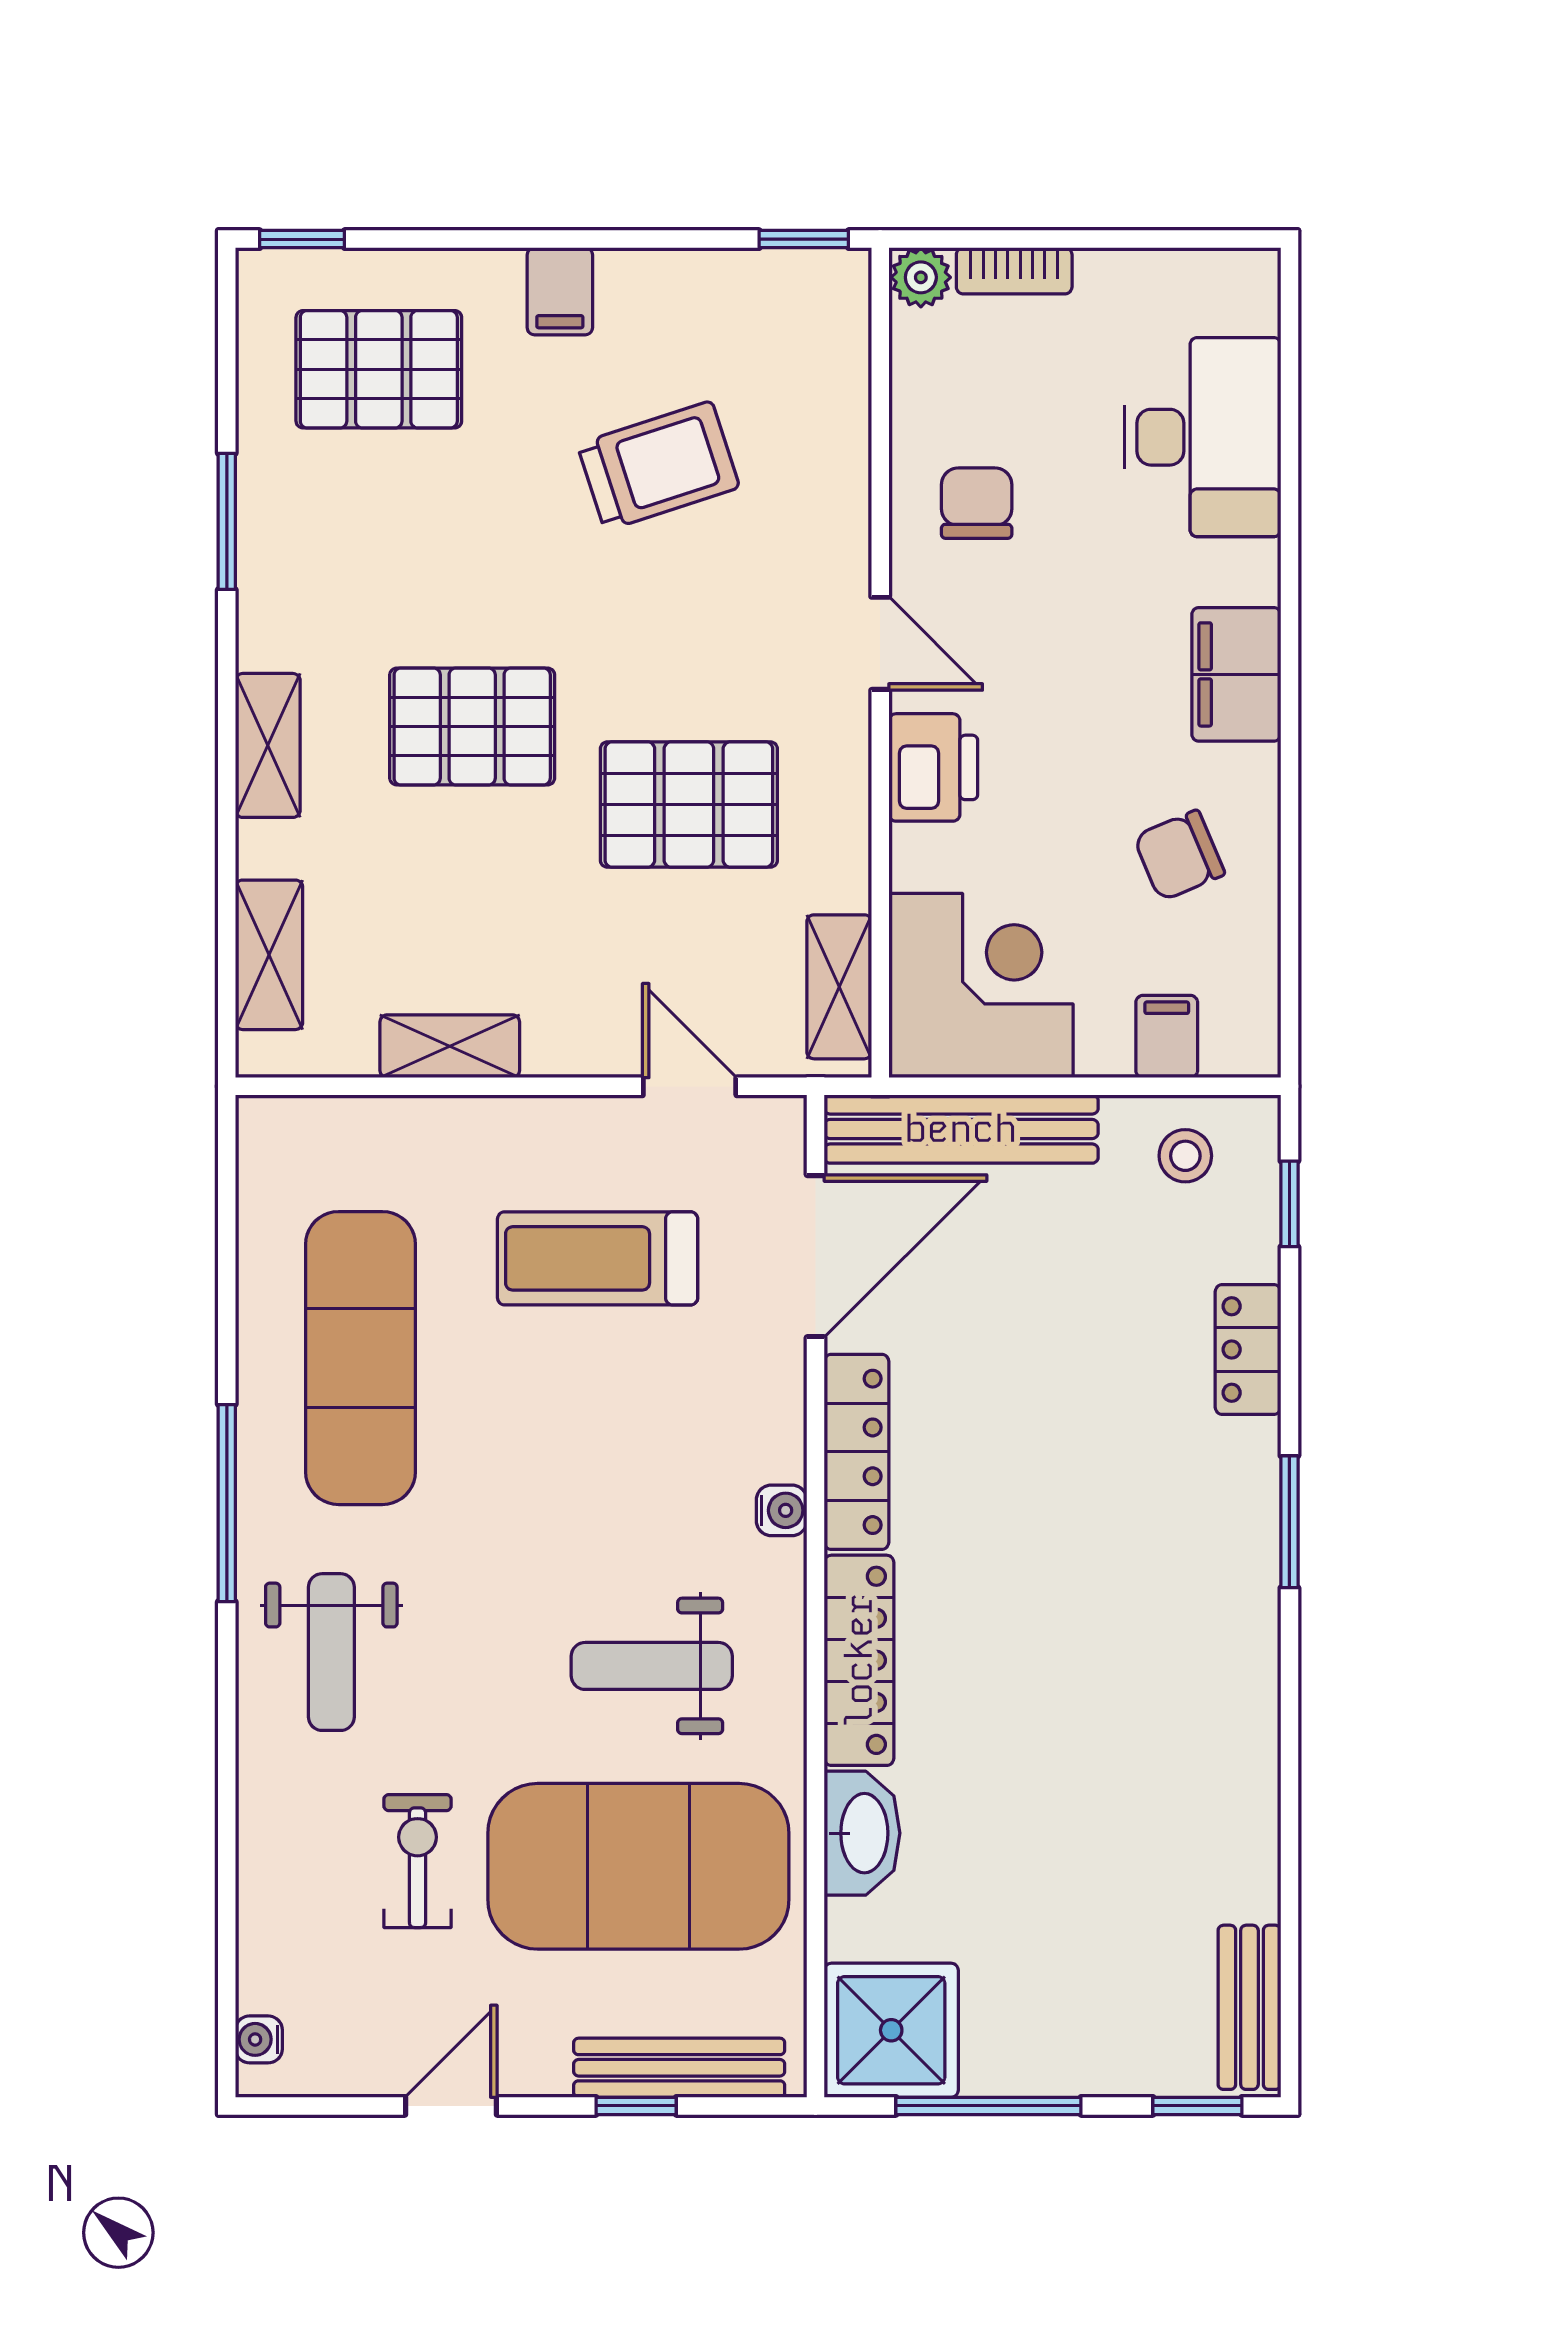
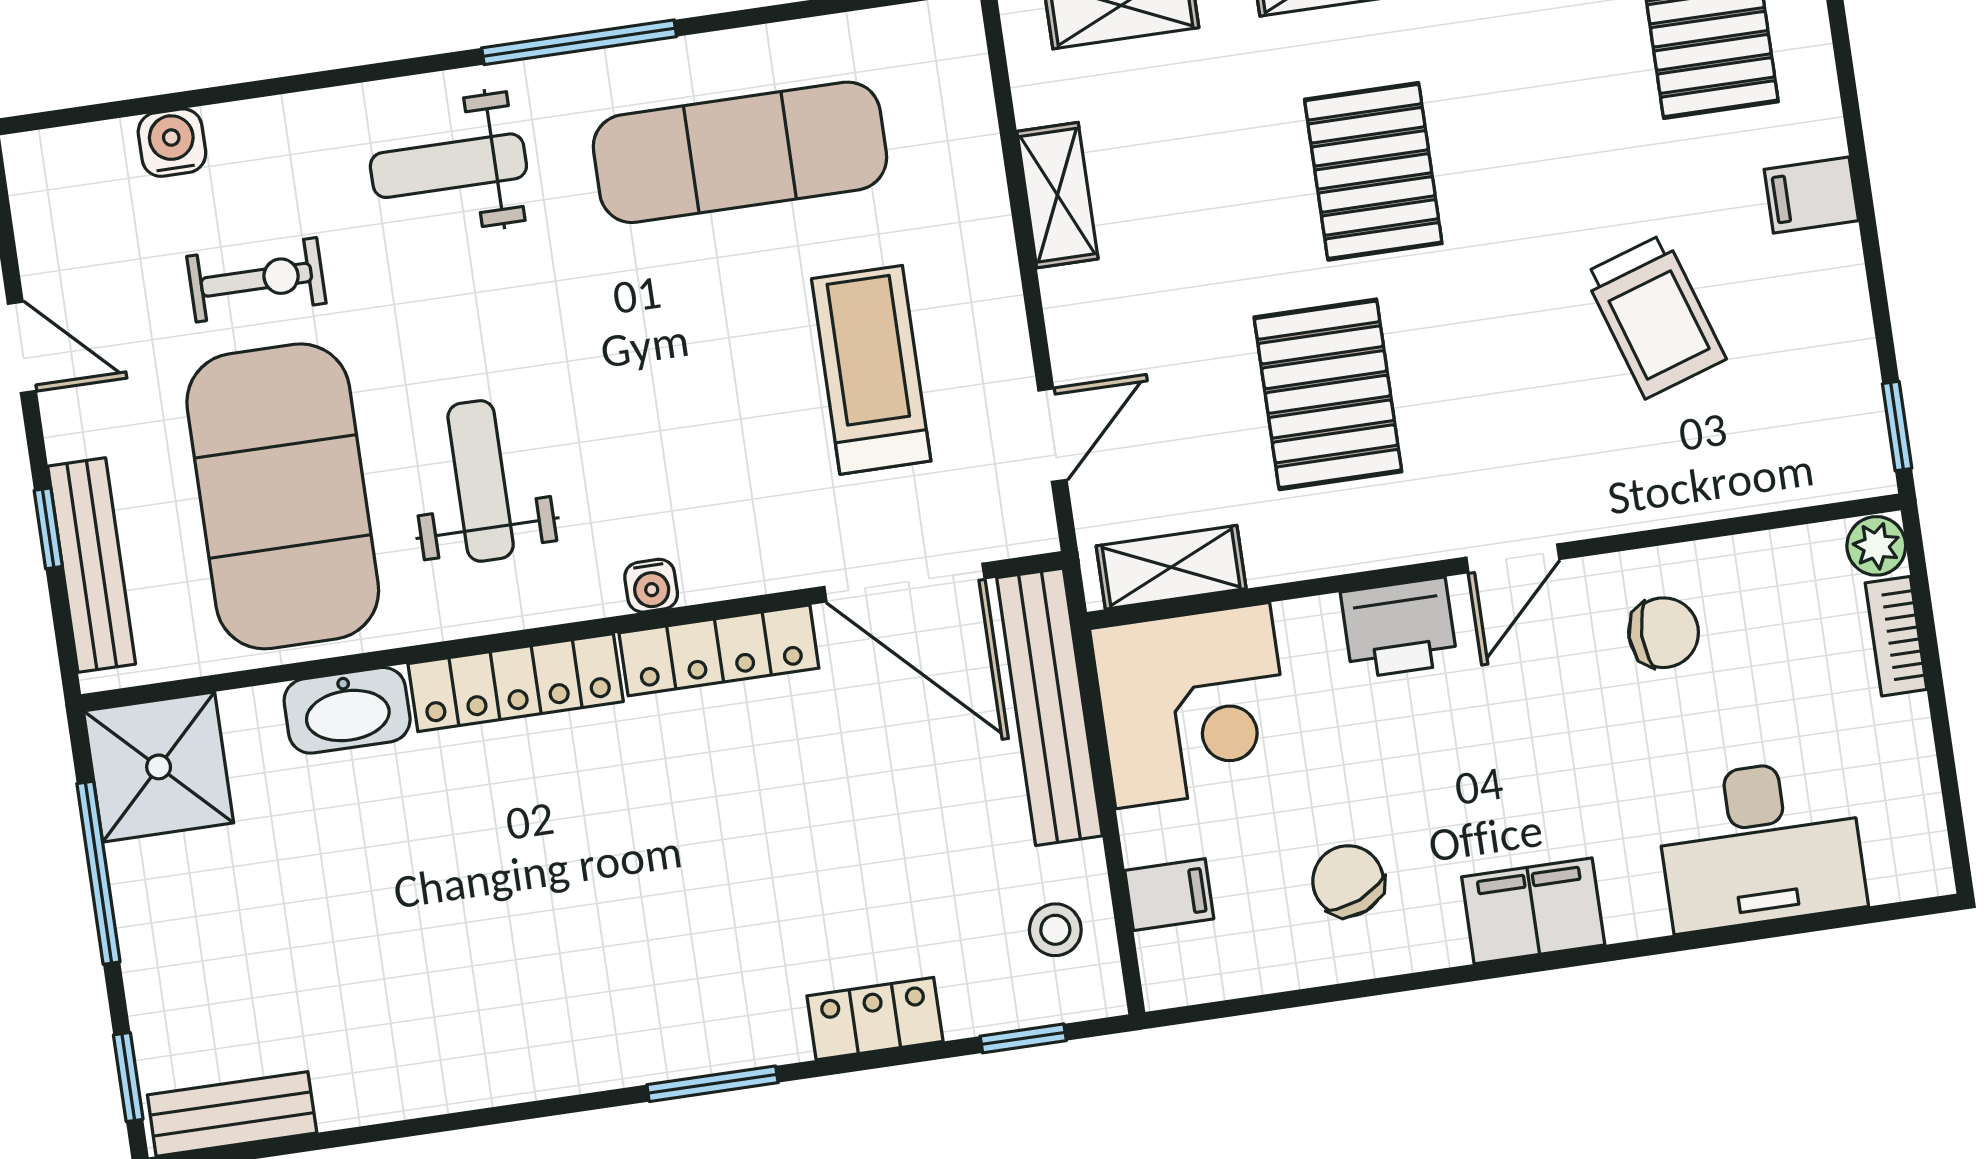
water cooler: (259, 2039) -> (172, 143), moved, width x1.38, depth x1.38

